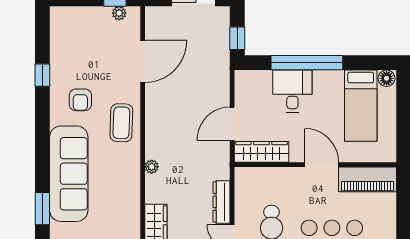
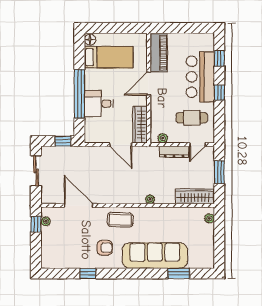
plant: (242, 185) -> (163, 138), added

